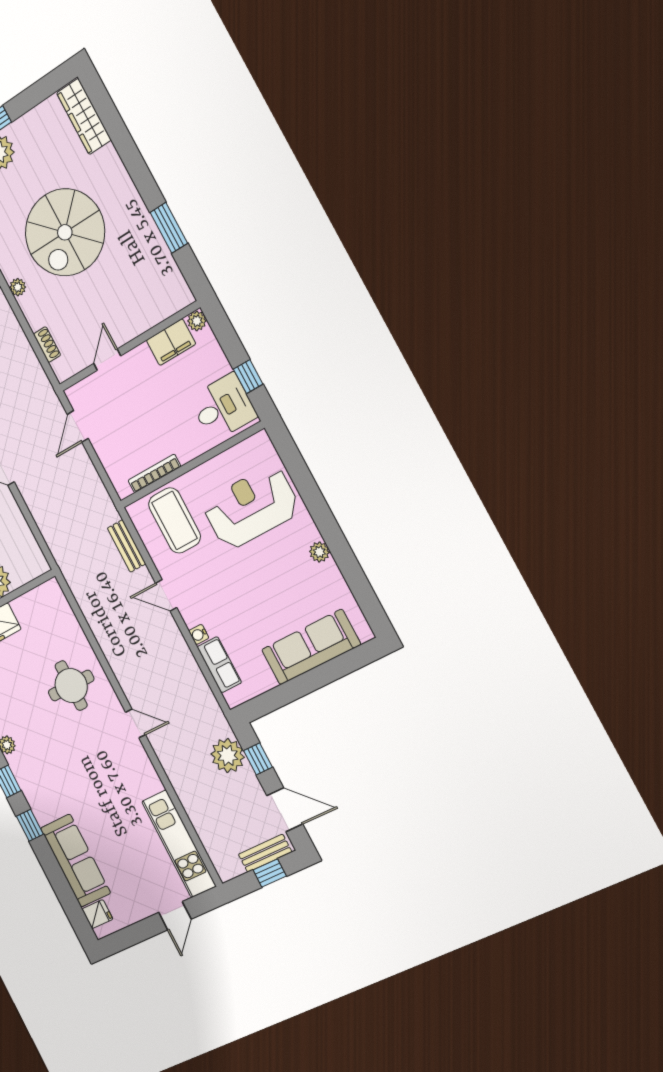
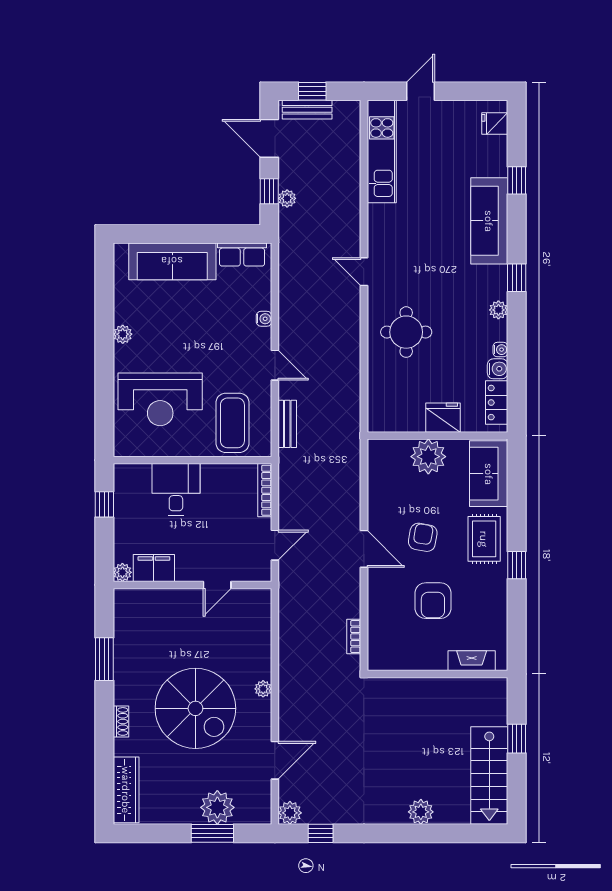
spiral stairs: (65, 232) -> (195, 708), turned 90
shoe rack: (47, 345) -> (121, 721), moved, turned 180
desk: (223, 407) -> (176, 489), moved, turned 90
bookcase: (154, 473) -> (265, 490), moved, turned 90
row of seats: (219, 665) -> (242, 255), moved, turned -90
plant: (228, 756) -> (287, 198), width x0.53, depth x0.53
window: (30, 825) -> (517, 180), moved
sofa: (75, 861) -> (489, 221), moved

